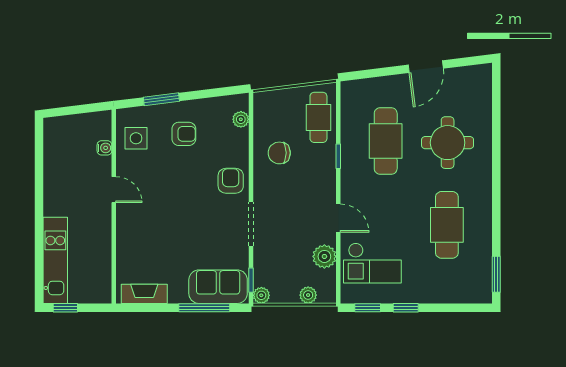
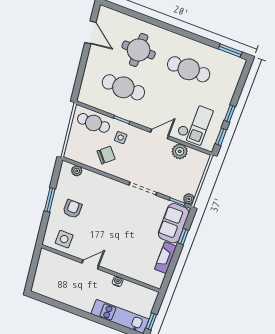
door: (426, 67) -> (90, 32), moved
window: (161, 99) -> (50, 200), moved
water cooler: (104, 148) -> (118, 281), moved
chair: (279, 153) -> (106, 155), turned -131
side table: (312, 164) -> (121, 138), added
armchair: (231, 181) -> (112, 191), removed
fireplace: (144, 294) -> (166, 258), moved
plant: (308, 295) -> (199, 170), removed
window: (204, 308) -> (183, 237), width x0.46

